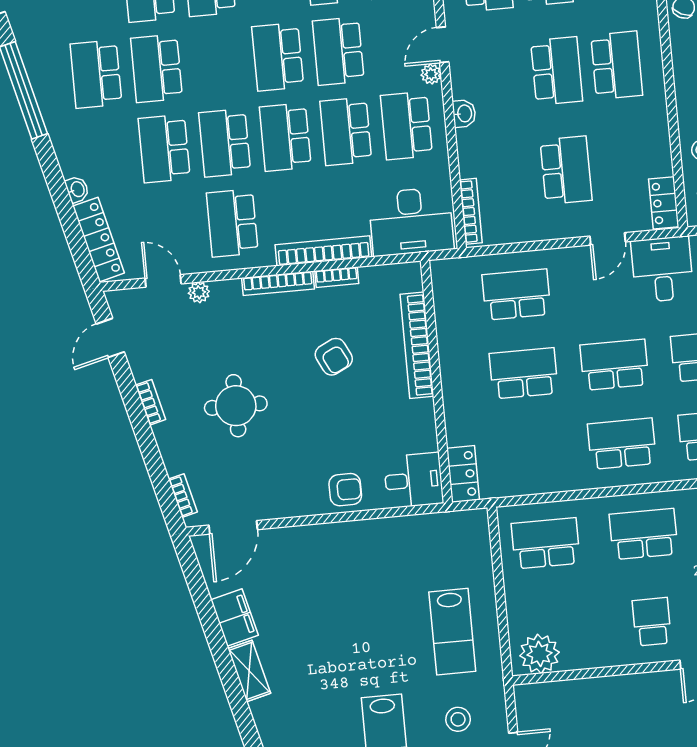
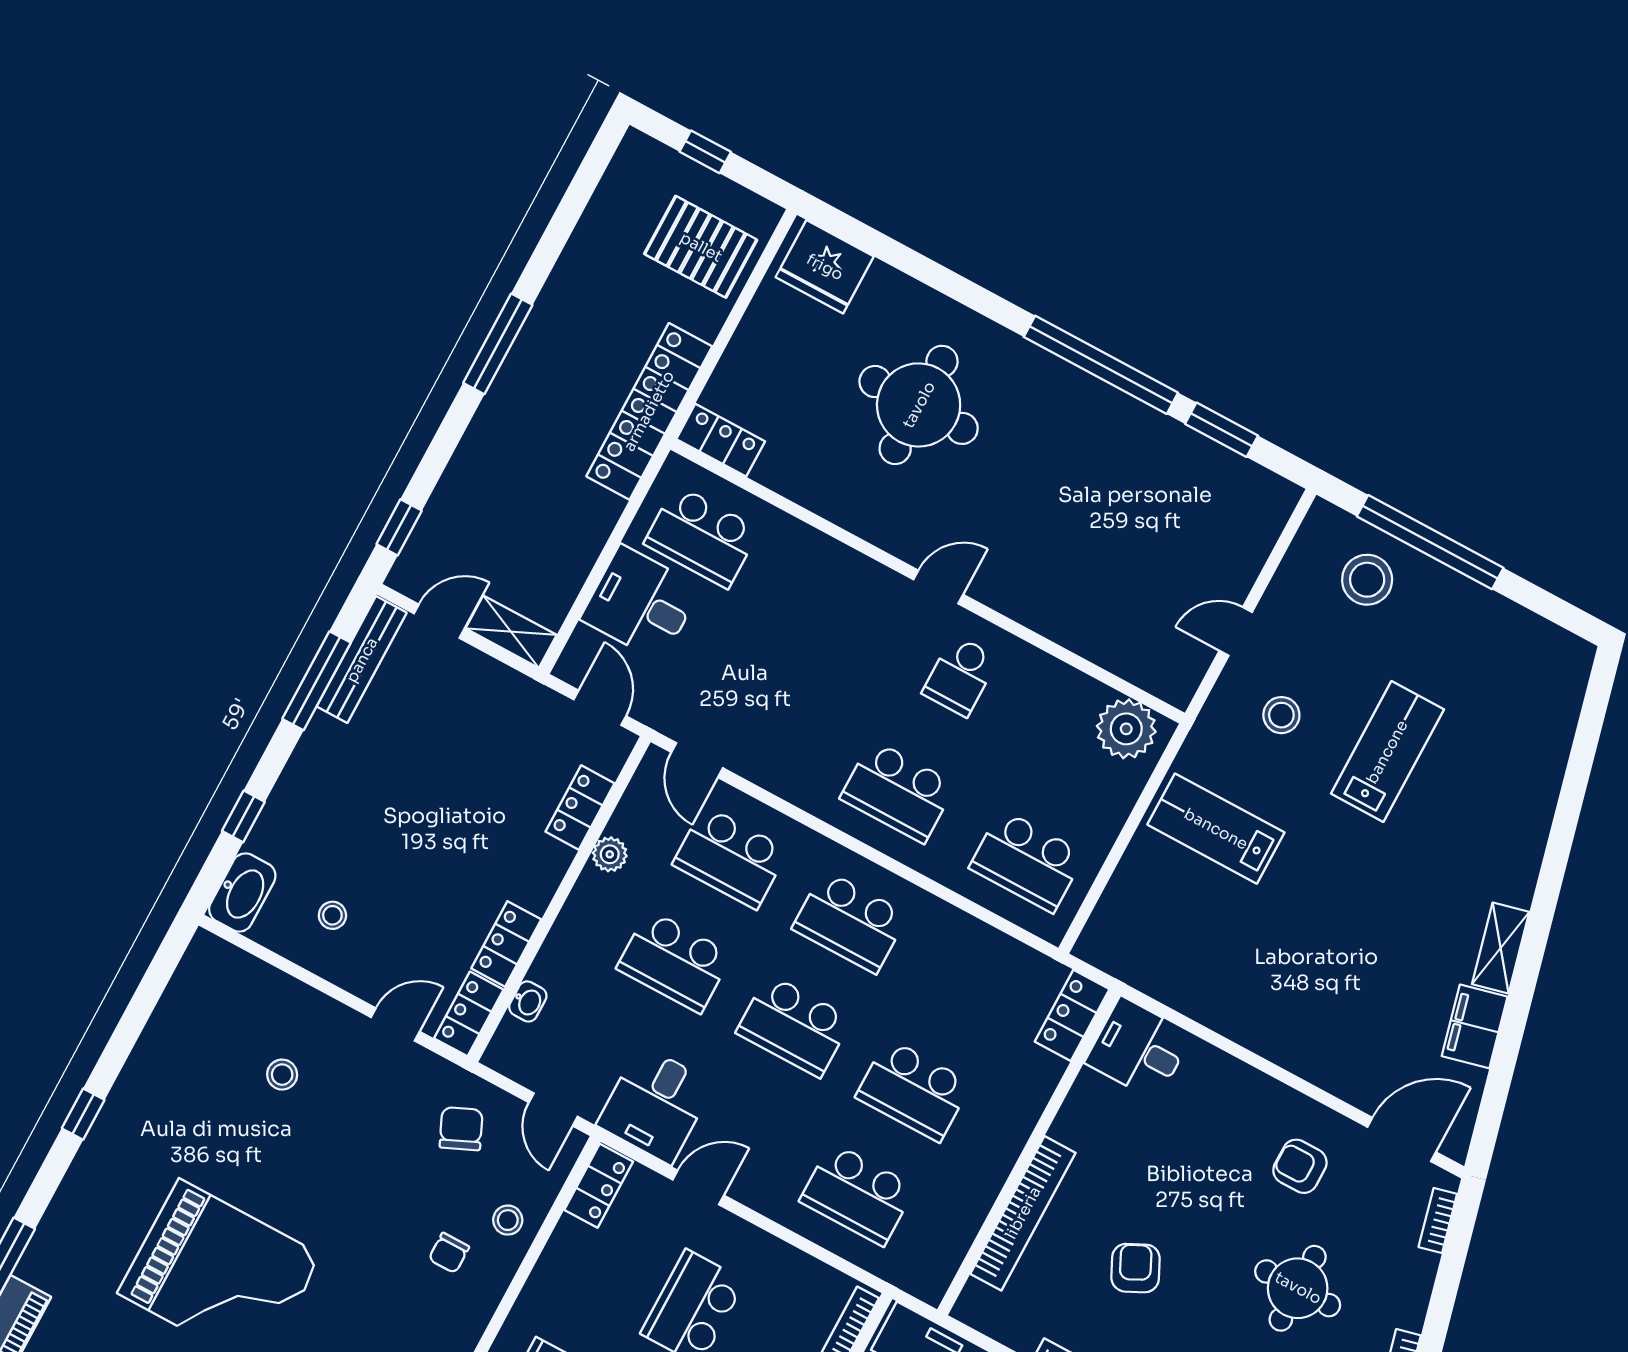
armchair: (345, 490) -> (1300, 1166), moved
lab bench: (452, 632) -> (1216, 829), turned -90

